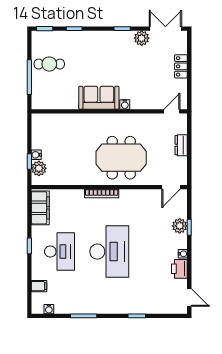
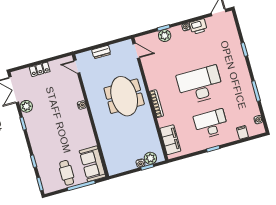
sofa: (99, 98) -> (92, 164), moved
filing cabinet: (40, 208) -> (170, 140), moved, turned 90

